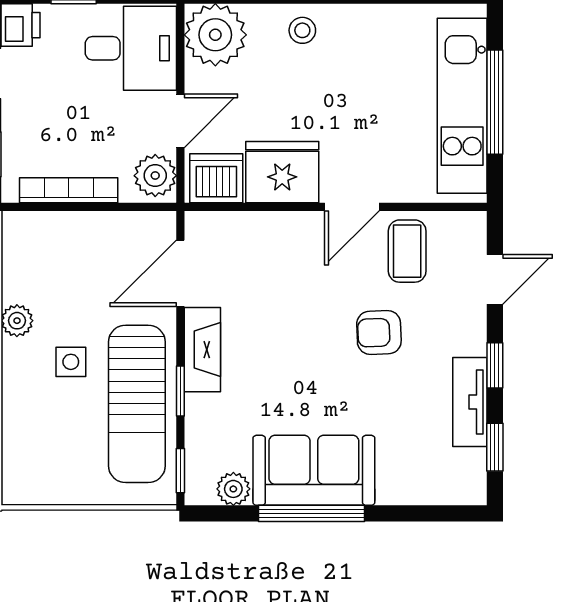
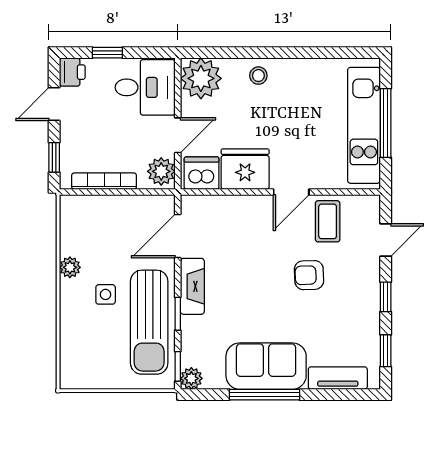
tv unit: (470, 402) -> (338, 378), moved, turned 90
plant: (233, 489) -> (191, 378), moved

